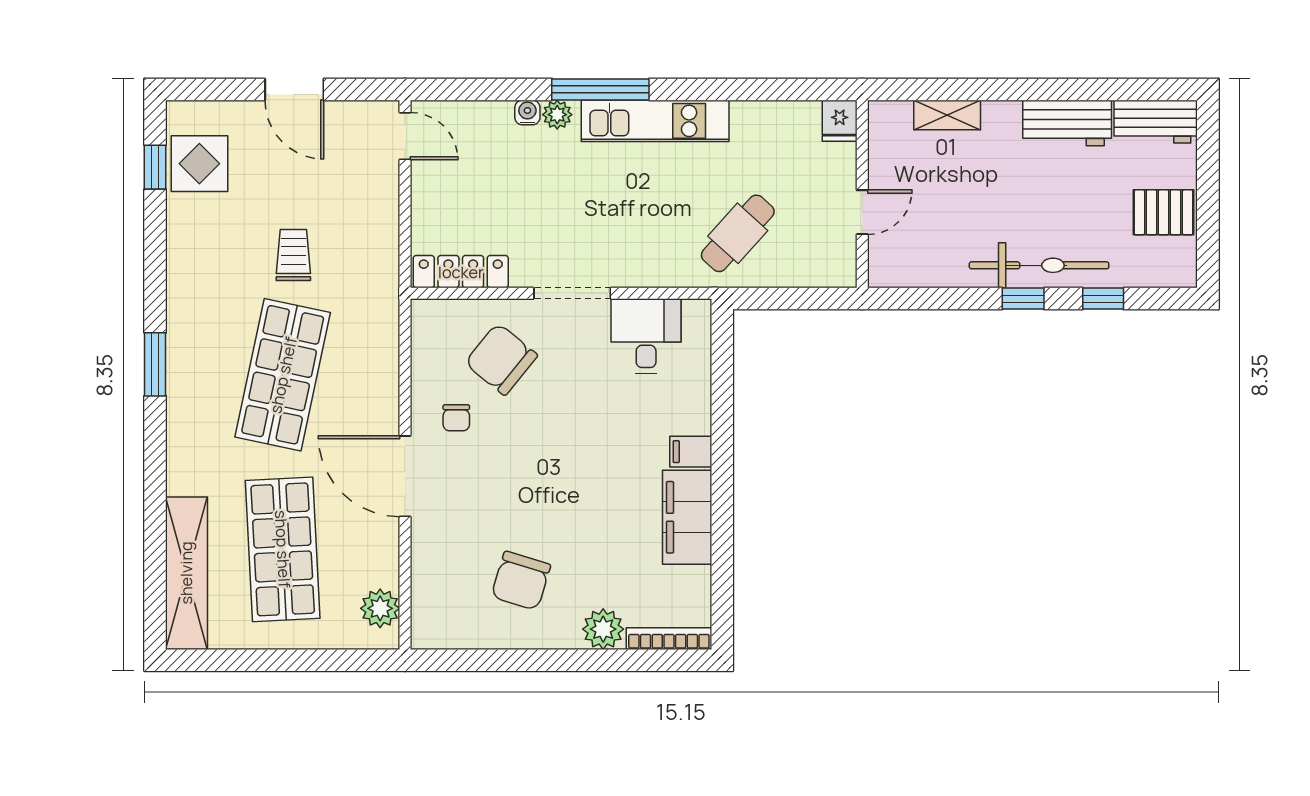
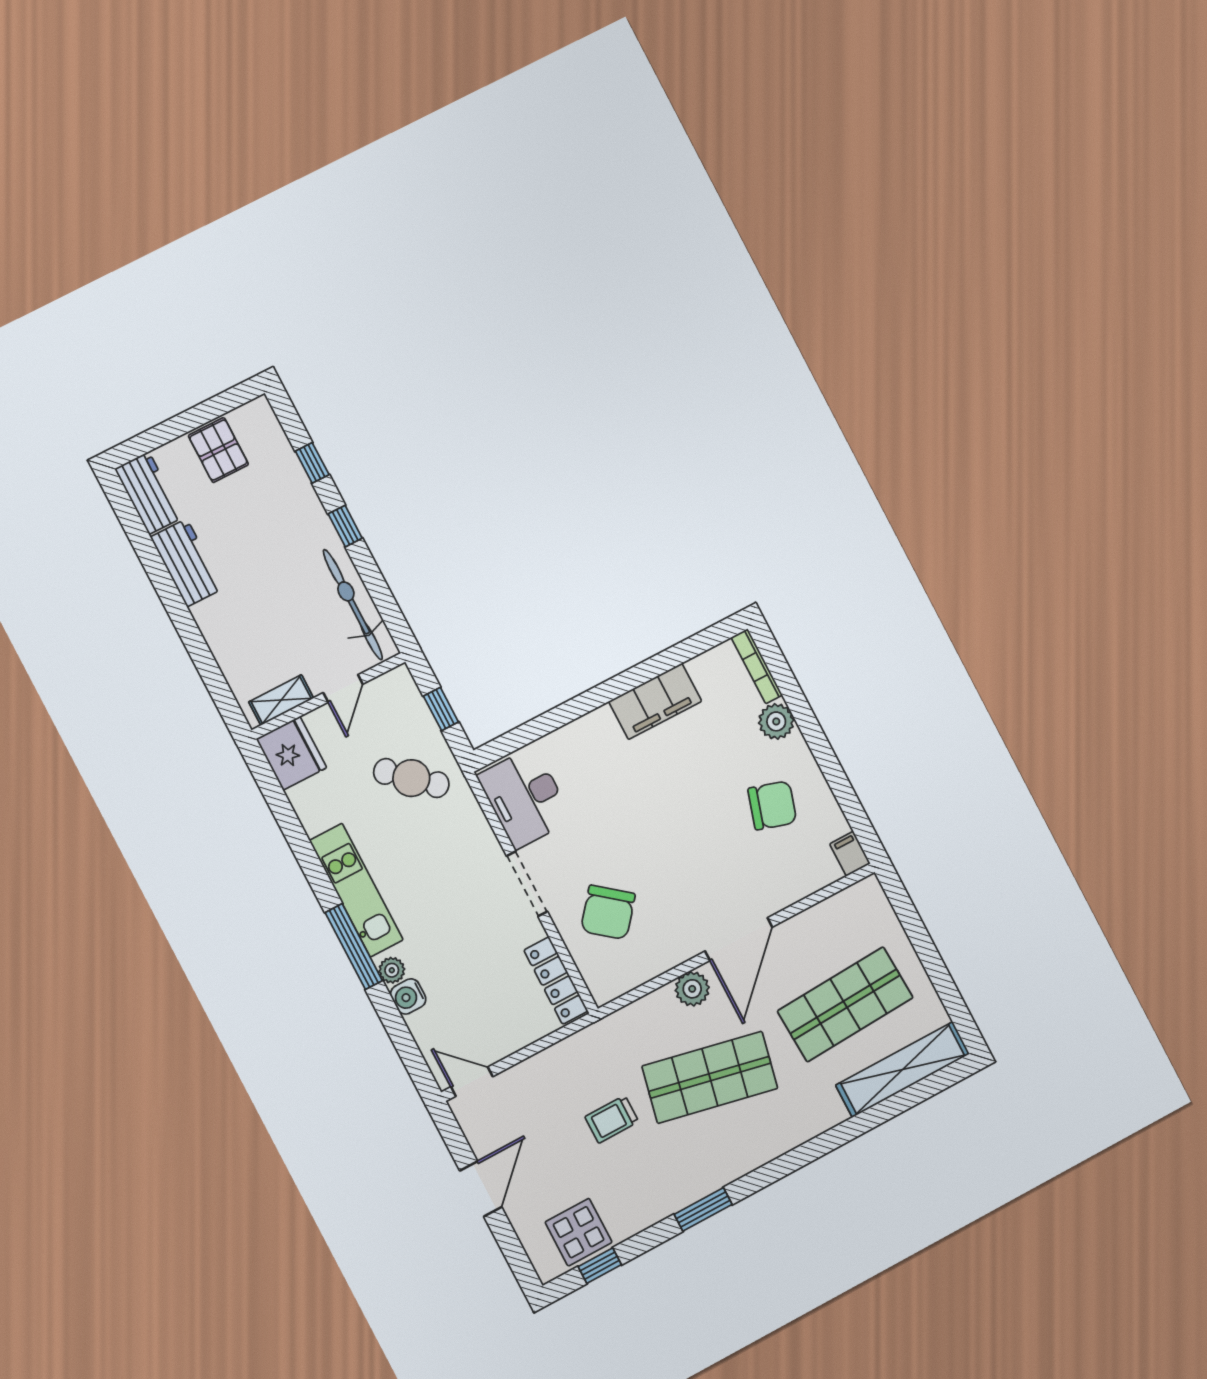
water cooler: (527, 112) -> (408, 996), width x1.38, depth x1.38
shelving: (947, 115) -> (281, 700), moved, turned 90
fridge: (840, 121) -> (291, 753), width x1.88, depth x1.34
door: (405, 136) -> (472, 1082), hinge flipped
door: (862, 212) -> (343, 688), swing flipped
bicycle: (1039, 265) -> (353, 605), moved
window: (791, 299) -> (441, 709), added
desk: (646, 336) -> (525, 798), width x1.37
window: (155, 364) -> (703, 1209), moved
chair: (456, 418) -> (672, 923), removed
filing cabinet: (691, 452) -> (850, 854), moved, turned 180
plant: (380, 608) -> (692, 989), moved

